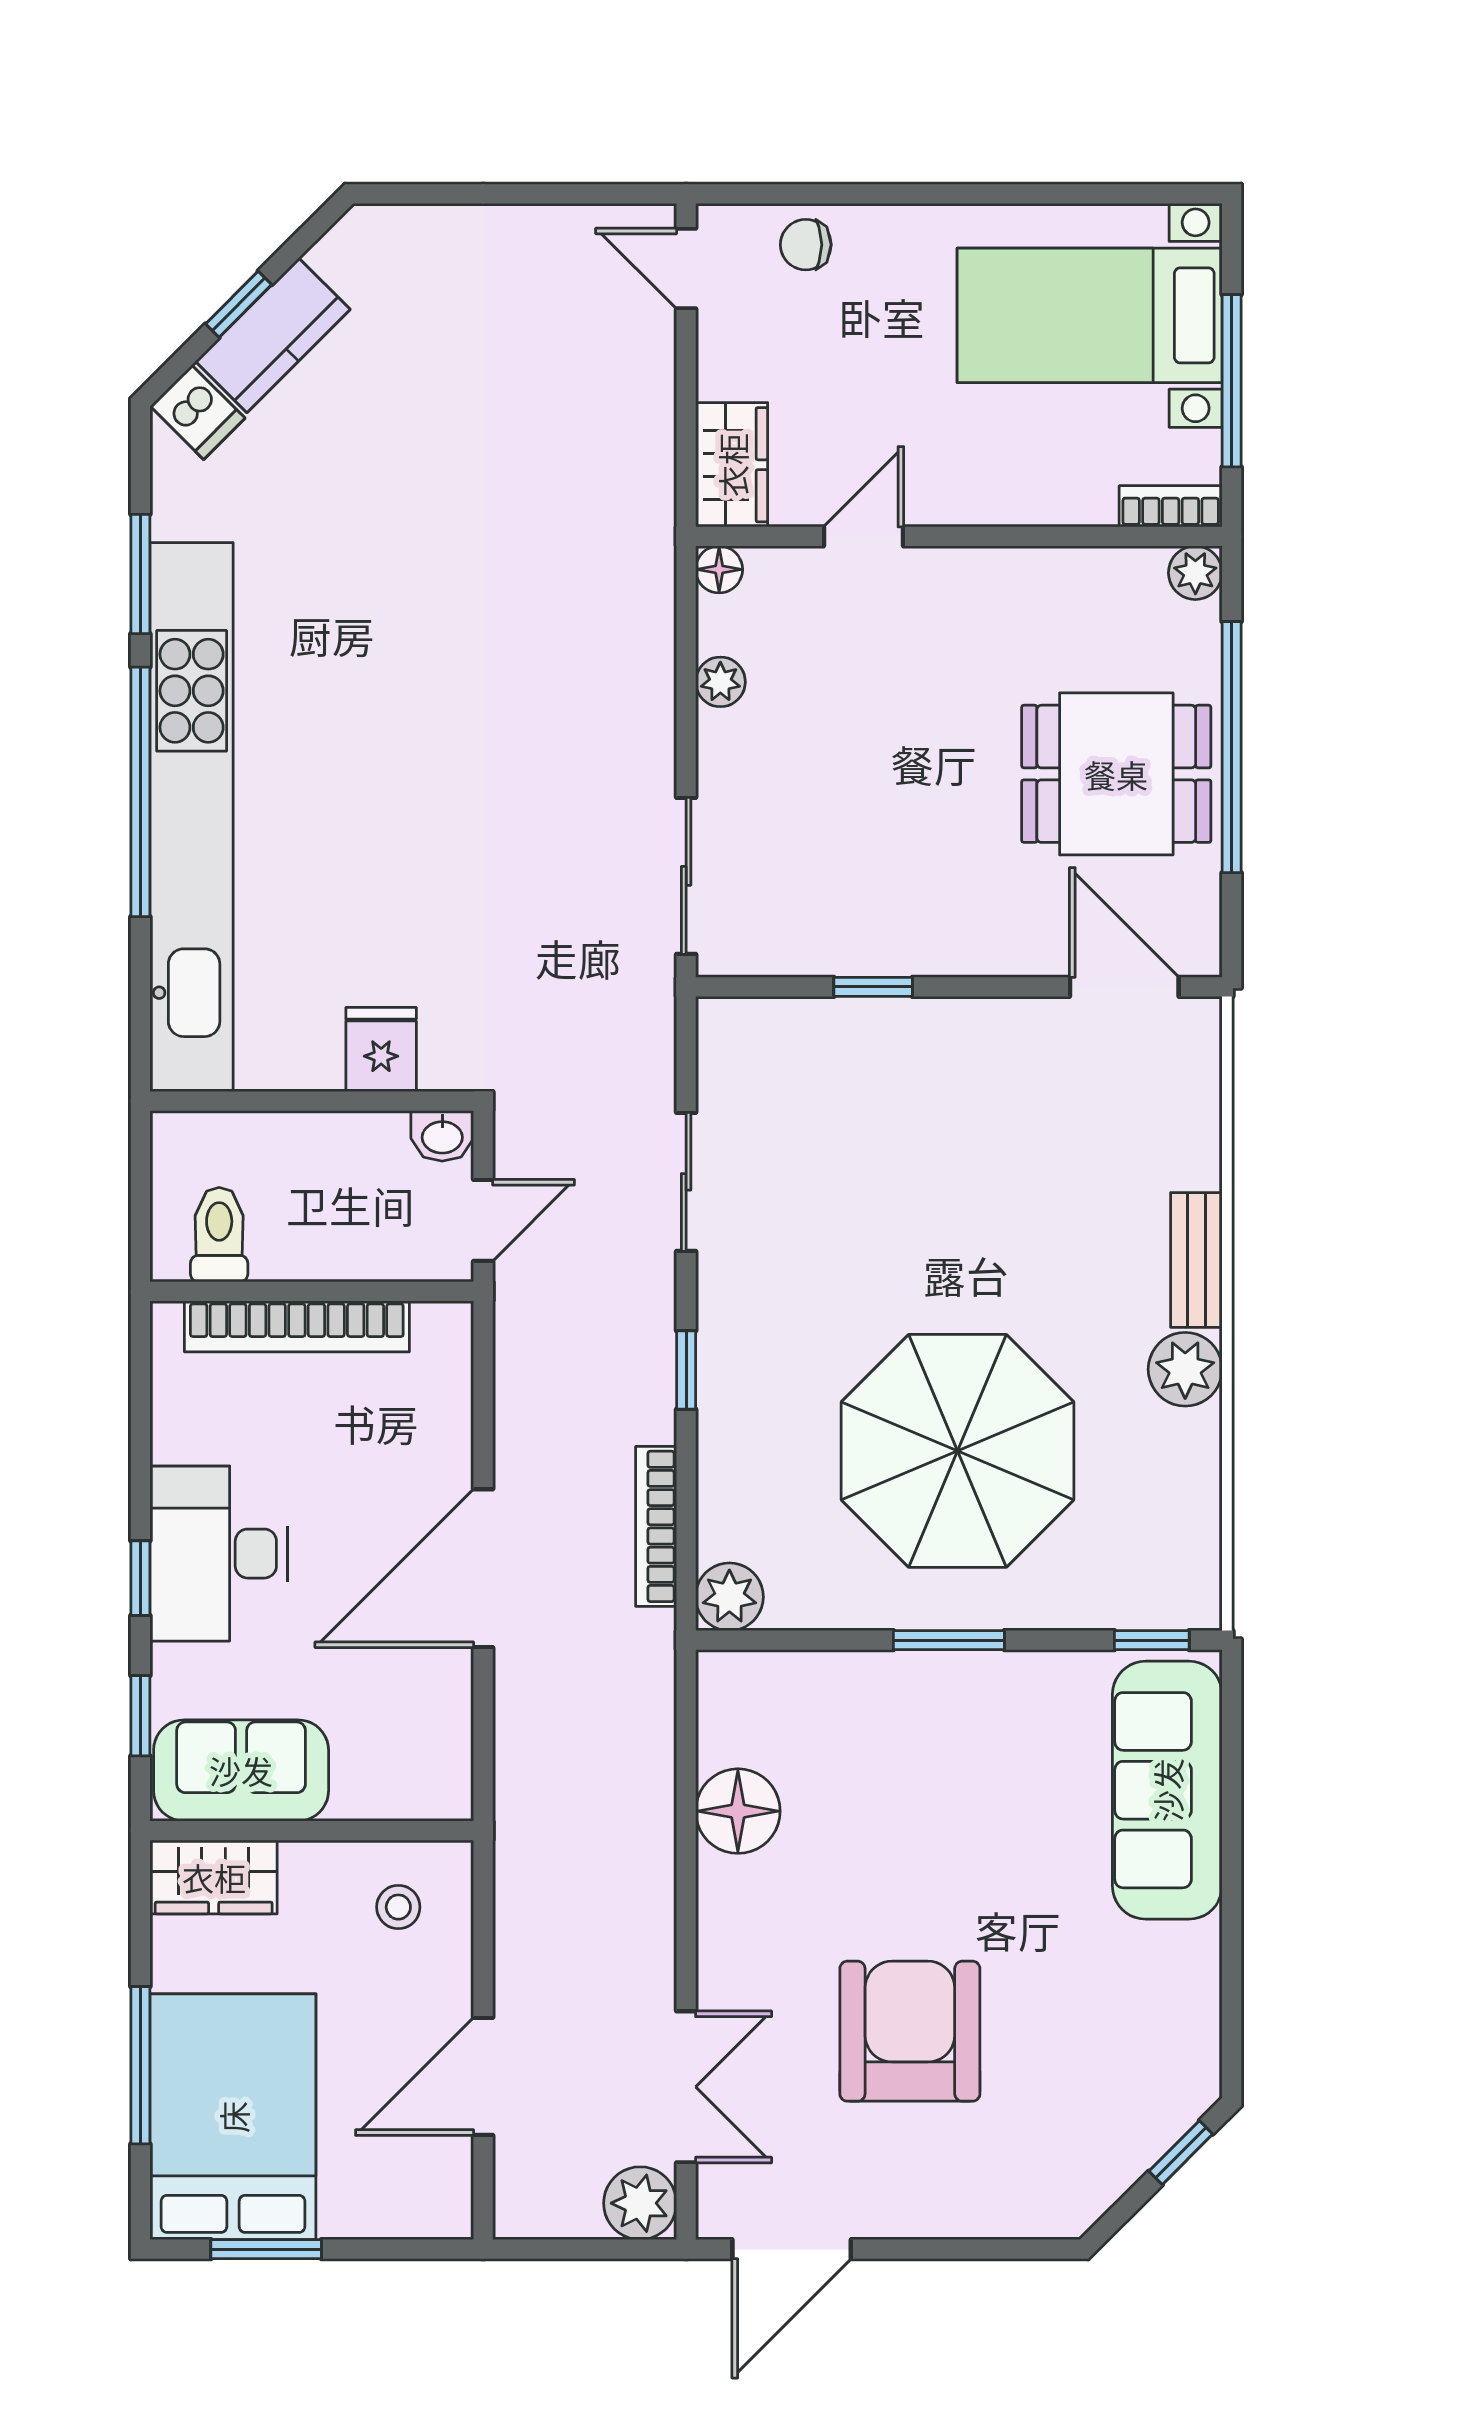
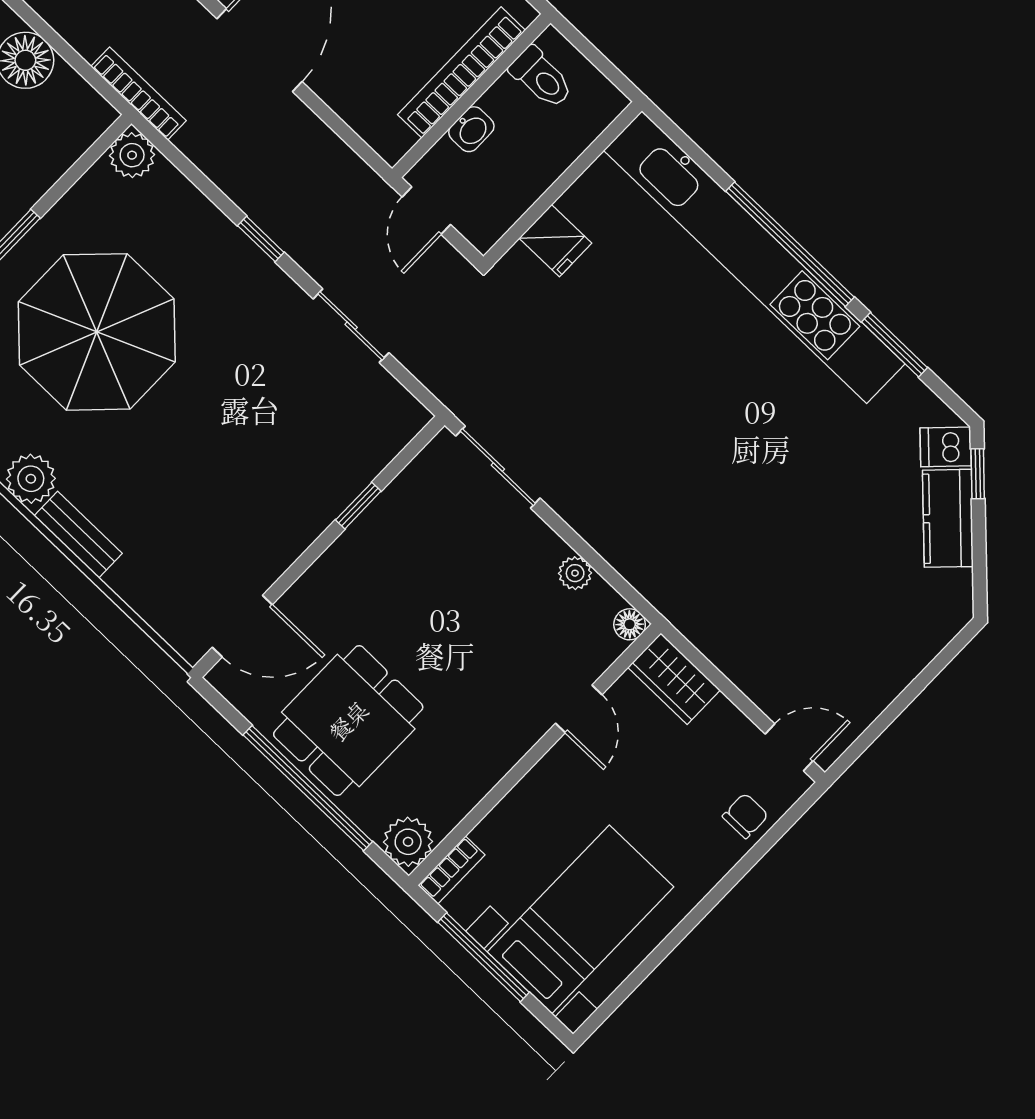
window: (239, 304) -> (978, 474), moved
plant: (1195, 573) -> (408, 842), width x1.38, depth x1.38
washbasin: (442, 1136) -> (471, 129), moved, turned 180
bookcase: (656, 1526) -> (138, 94), moved

